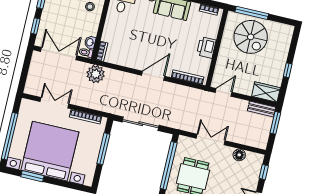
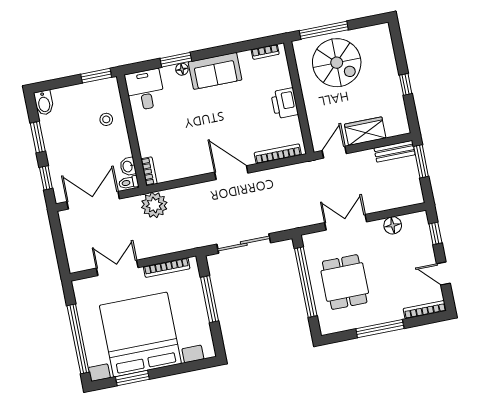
door: (153, 76) -> (231, 173), hinge flipped
wardrobe: (266, 92) -> (365, 131), moved

